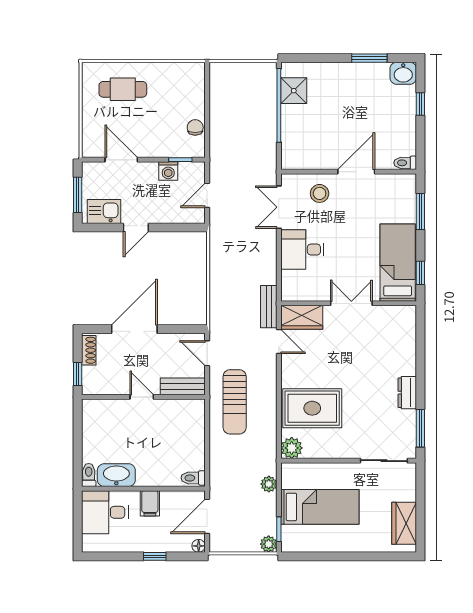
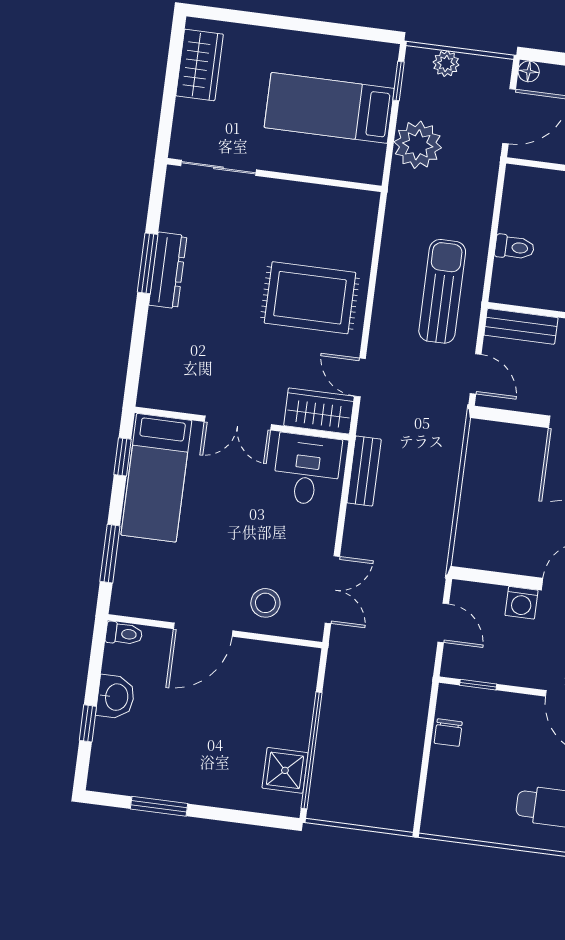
washbasin: (403, 73) -> (116, 697), moved, turned 90
washing machine: (168, 171) -> (521, 603), moved, turned 180
door: (207, 195) -> (443, 623), hinge flipped
desk: (302, 250) -> (307, 470), moved, turned -90
bench: (269, 307) -> (364, 471), moved
dresser: (407, 393) -> (168, 270), width x1.44
rug: (312, 408) -> (310, 298), moved
window: (420, 428) -> (148, 263), moved
plant: (292, 448) -> (362, 207), removed
toilet: (193, 478) -> (514, 247), moved
plant: (269, 484) -> (418, 145), width x1.88, depth x1.88
plant: (269, 544) -> (446, 64), moved

